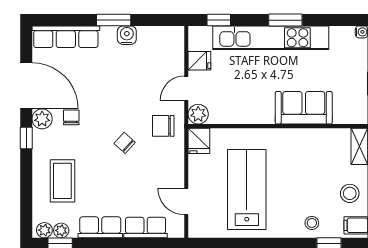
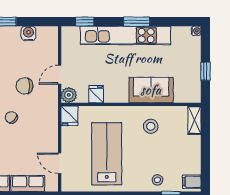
water cooler: (127, 35) -> (29, 33), moved
fridge: (199, 61) -> (96, 94), moved, turned -90
chair: (163, 126) -> (24, 86), moved
stool: (350, 193) -> (151, 126), moved

